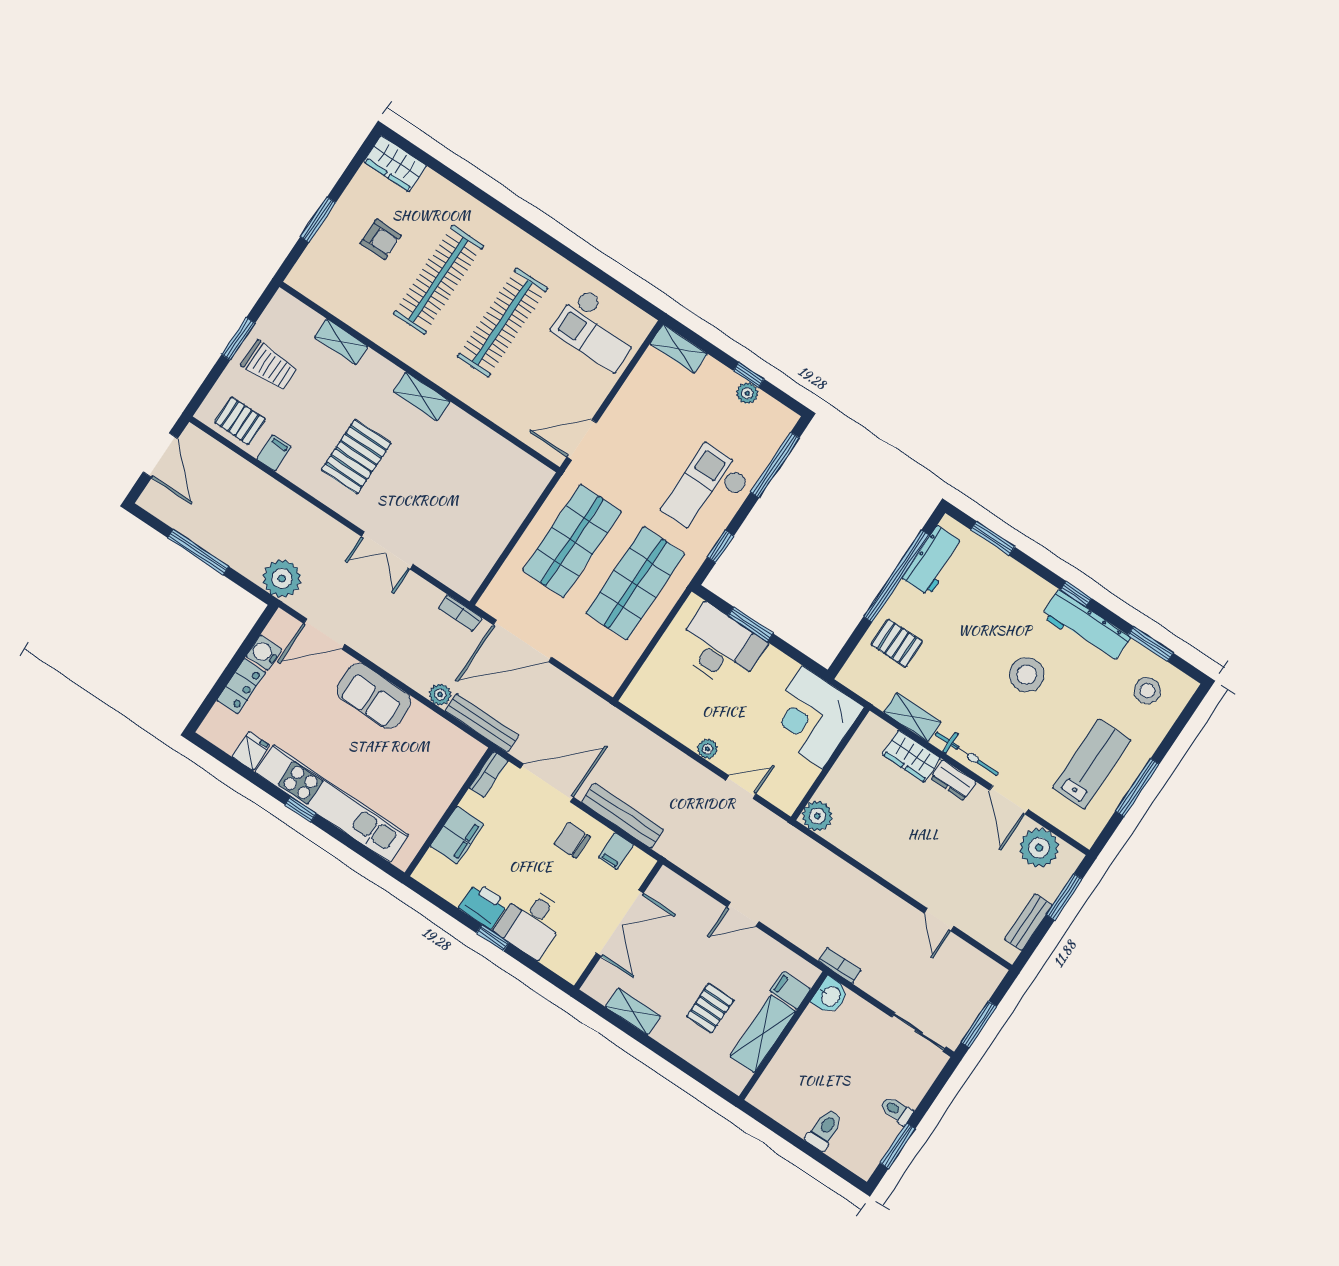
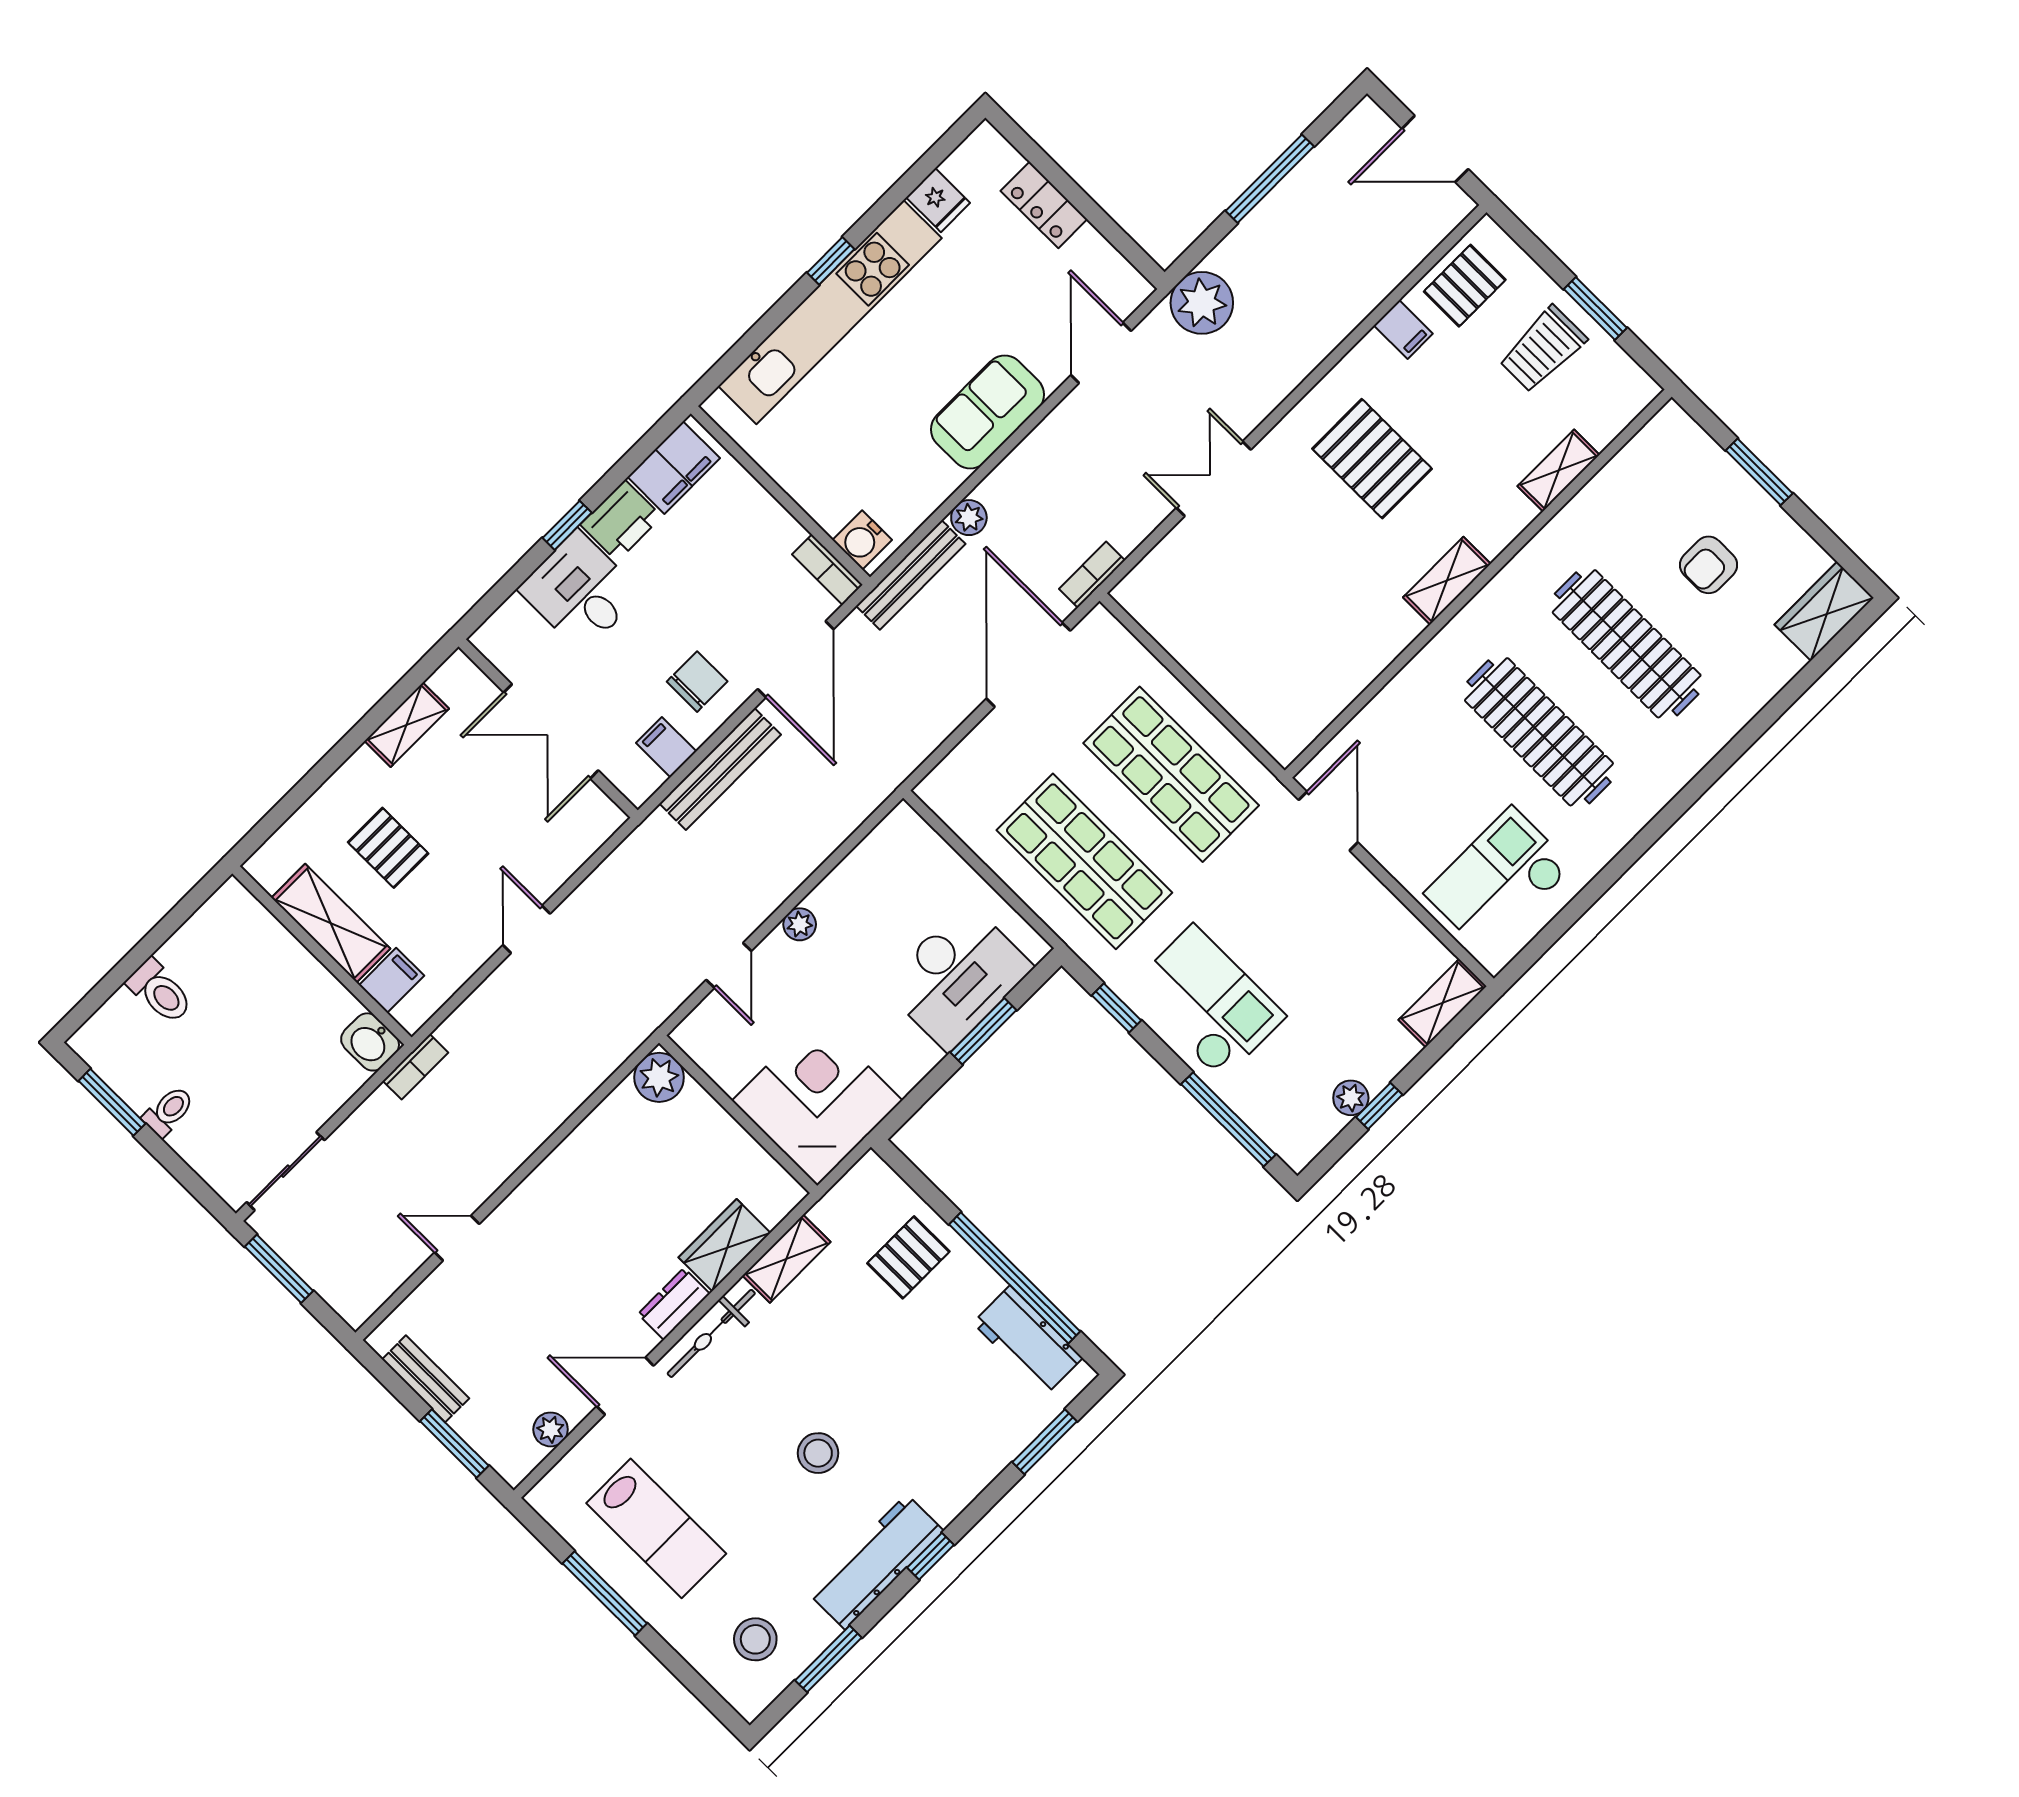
water cooler: (264, 653) -> (862, 540), moved, turned 180
stool: (1027, 675) -> (818, 1453), width x0.73, depth x0.73
filing cabinet: (457, 835) -> (674, 468), moved, turned -90
plant: (1039, 848) -> (551, 1429), width x0.53, depth x0.53

